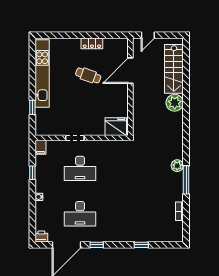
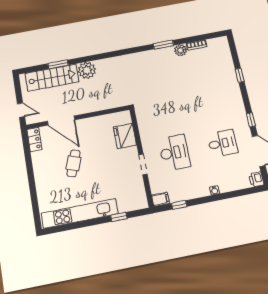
locker: (92, 43) -> (34, 139), moved
window: (186, 77) -> (58, 64), added
fridge: (116, 127) -> (125, 136), moved
plant: (177, 166) -> (181, 50), moved
window: (32, 173) -> (179, 205), moved
window: (186, 180) -> (163, 45), width x0.69
desk: (80, 214) -> (222, 143), width x0.73

